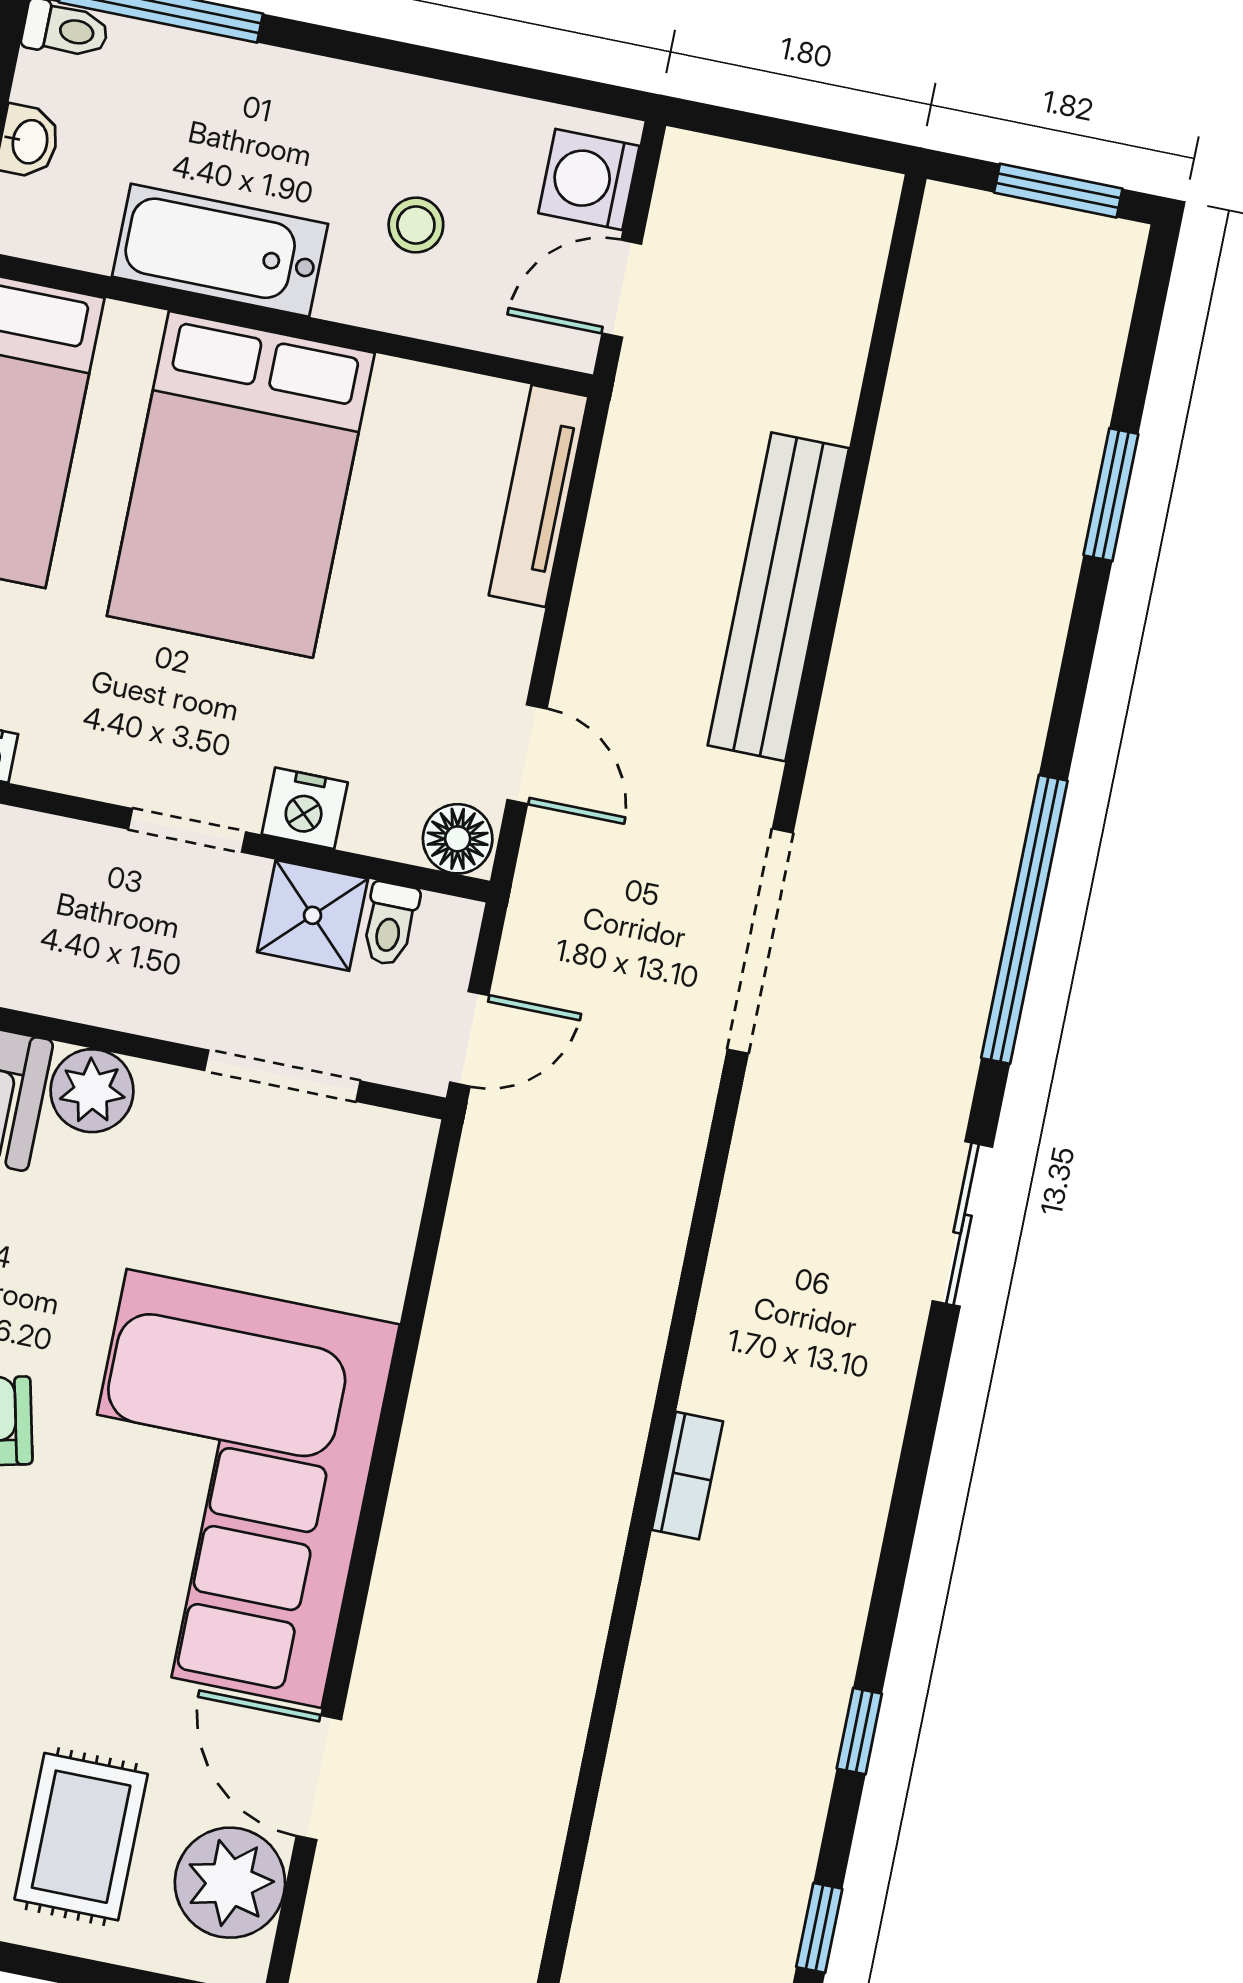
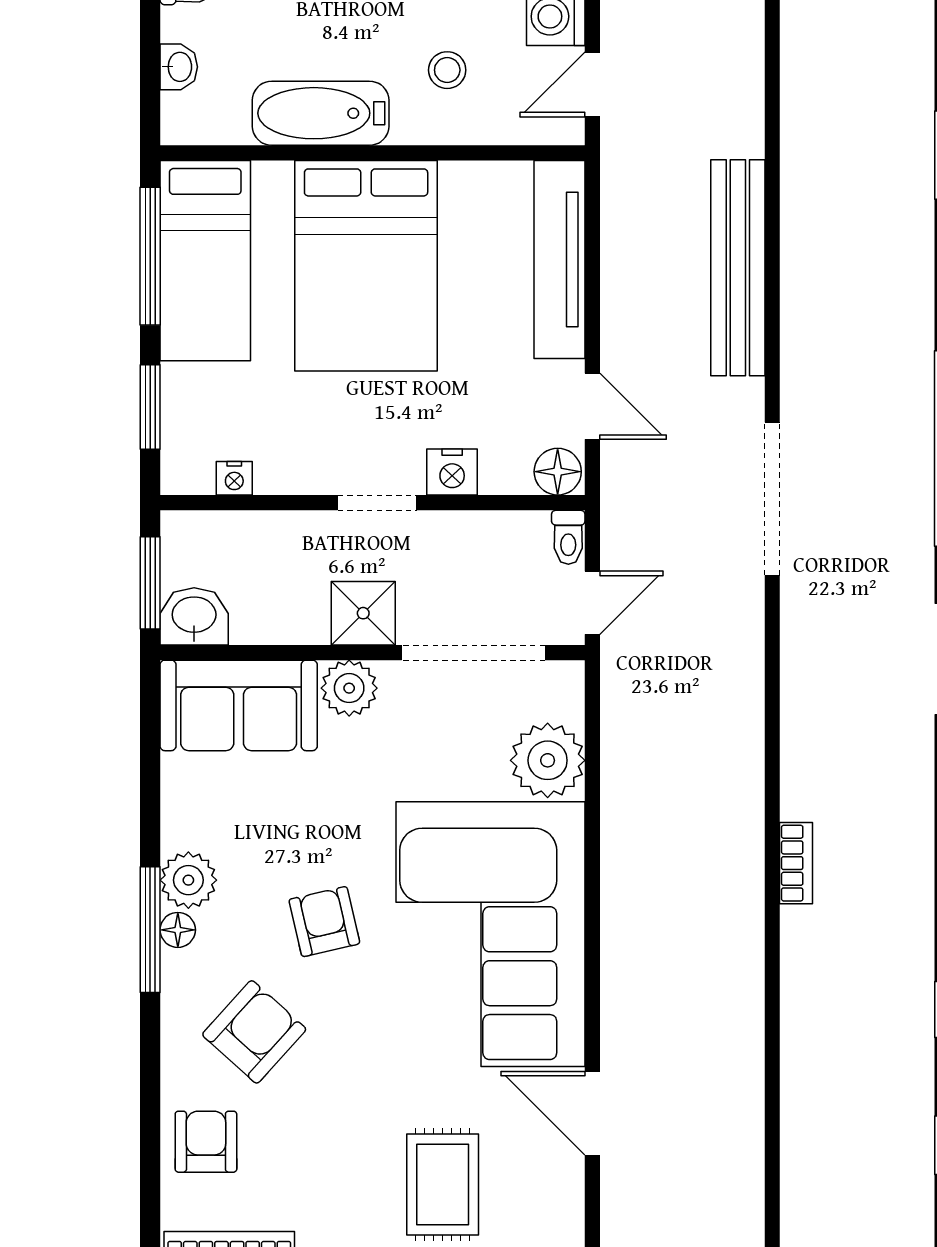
tv unit: (539, 496) -> (560, 259), width x1.36, depth x1.29
shower: (312, 915) -> (363, 613), moved
toilet: (390, 924) -> (568, 537), moved
doorway: (282, 1076) -> (473, 653), width x1.36
plant: (230, 1883) -> (548, 760), moved

